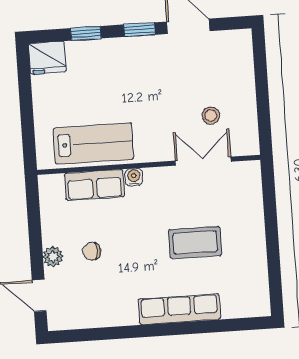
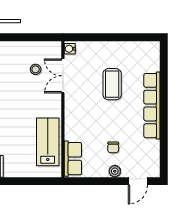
water cooler: (134, 177) -> (70, 49), moved
row of seats: (95, 185) -> (73, 159), moved
row of seats: (179, 309) -> (152, 106), width x1.36

